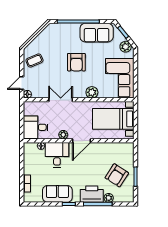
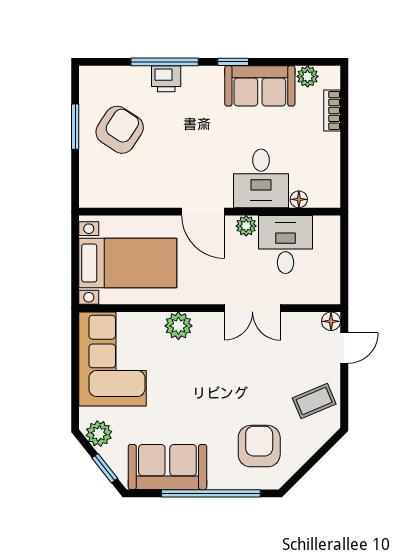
armchair: (76, 62) -> (259, 446), moved
desk: (36, 127) -> (285, 245), moved, turned -90
door: (81, 141) -> (203, 212), swing flipped
printer: (92, 194) -> (166, 79), width x0.53, depth x0.68
plant: (109, 198) -> (308, 76), moved

